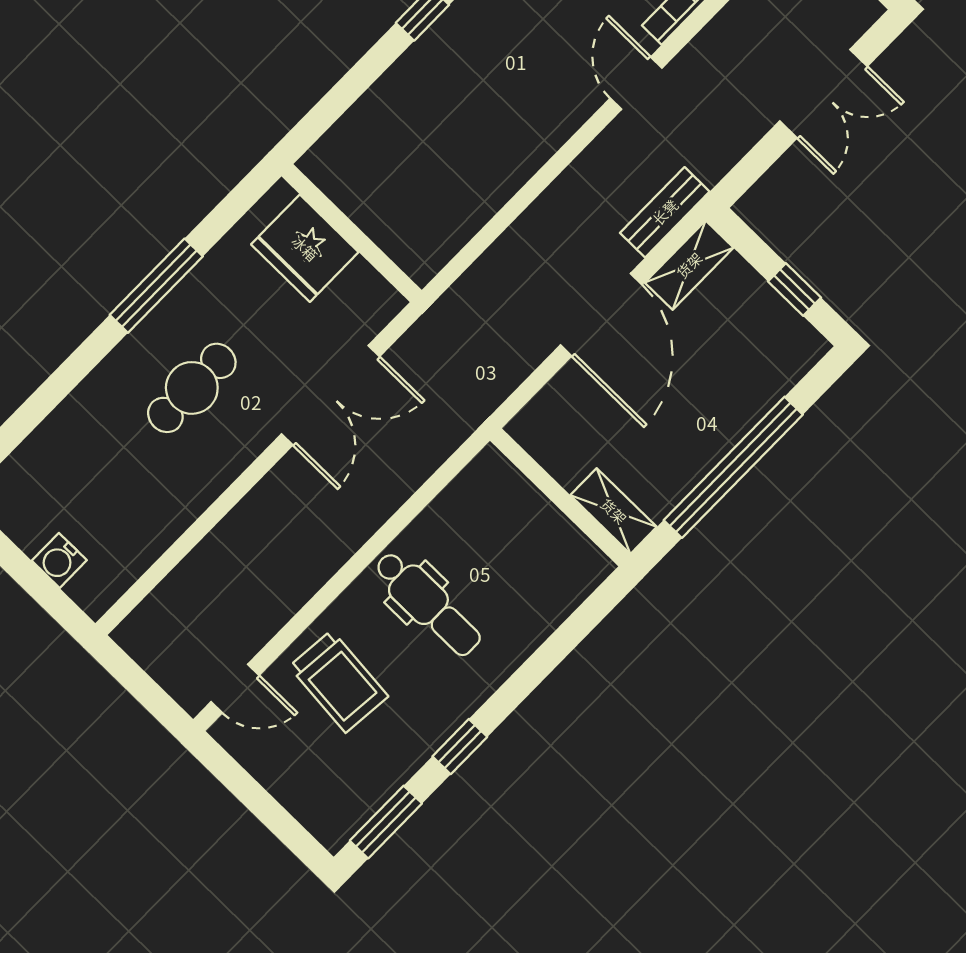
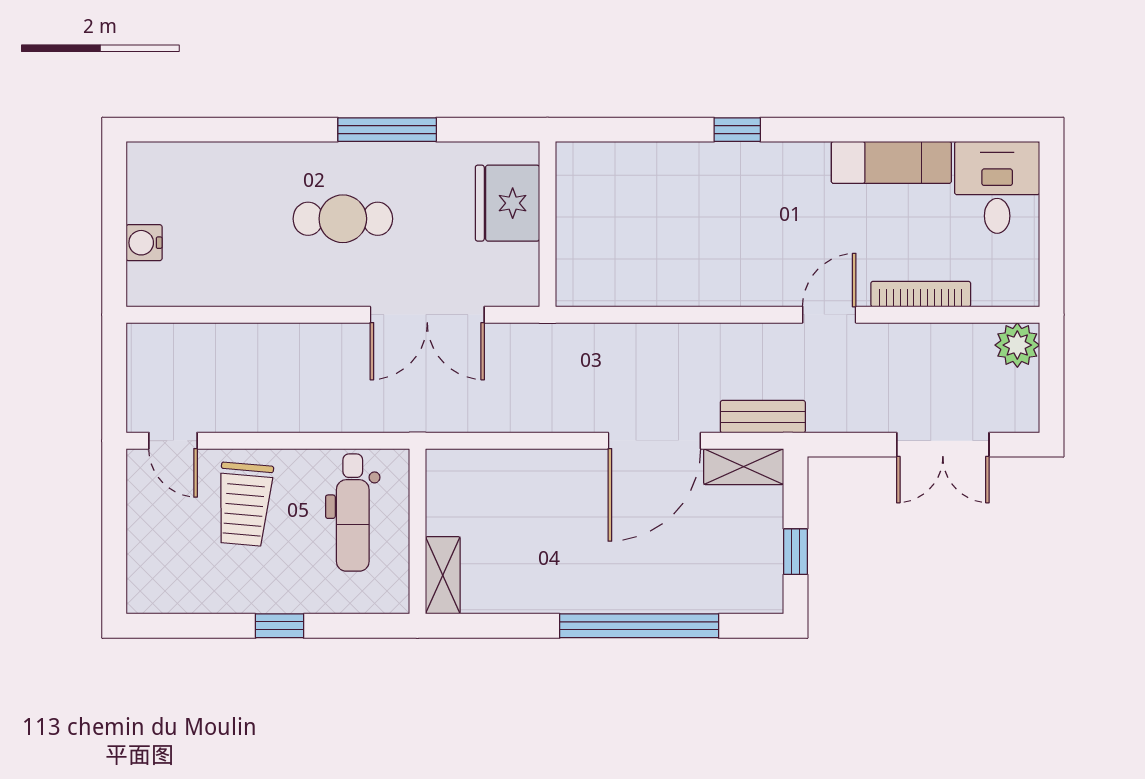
wall: (560, 497) -> (417, 531), moved
shelving: (614, 511) -> (443, 575), moved
window: (386, 822) -> (182, 626), removed

